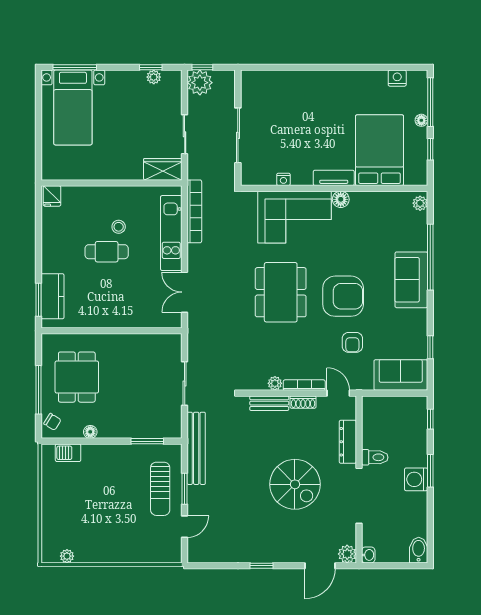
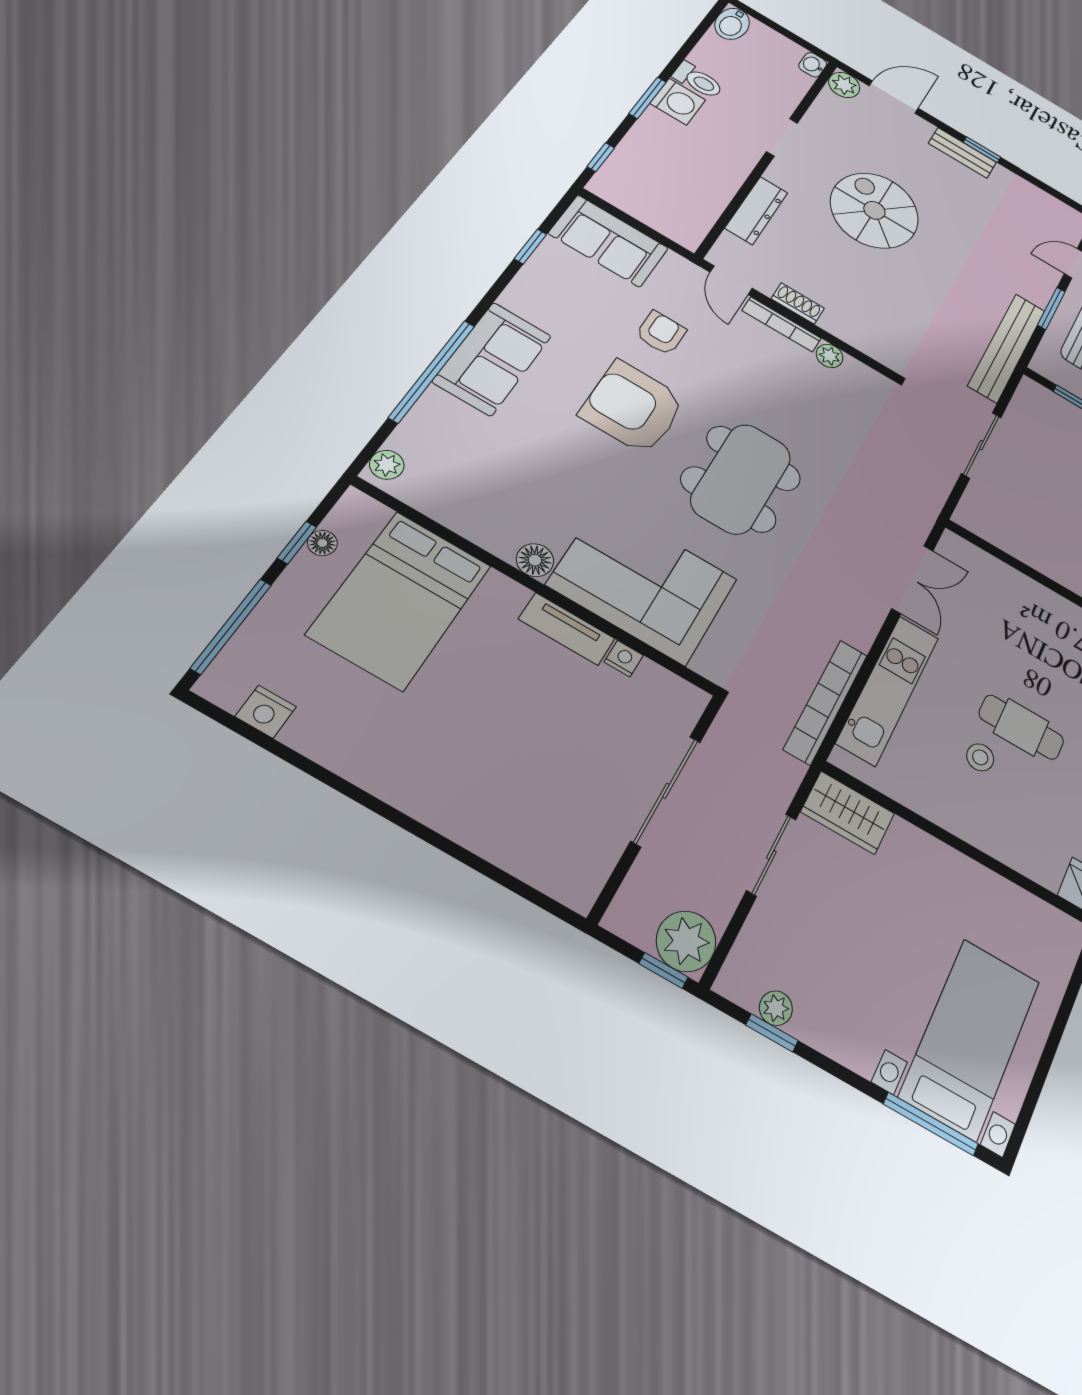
floor lamp: (421, 120) -> (322, 543), moved
tv unit: (334, 178) -> (567, 629), moved
bench: (269, 403) -> (962, 153), moved
toilet: (375, 457) -> (698, 80), moved, turned 180
doorway: (359, 496) -> (782, 137), width x0.53

